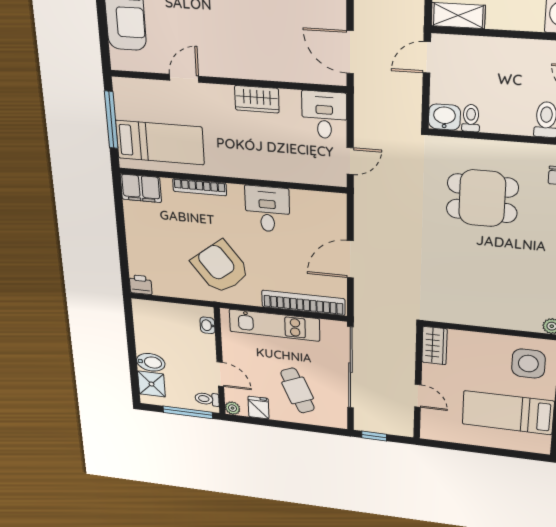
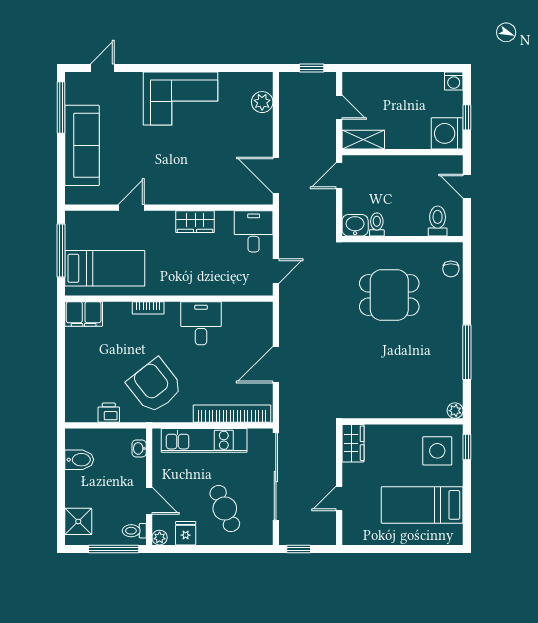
bookcase: (200, 187) -> (148, 308), width x0.64
printer: (141, 285) -> (109, 413), moved
bidet: (151, 362) -> (79, 460), moved
door: (418, 396) -> (339, 498), swing flipped

